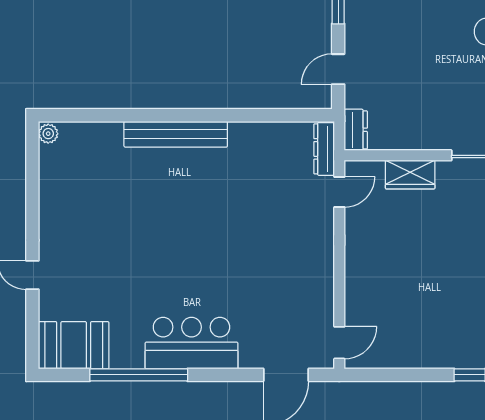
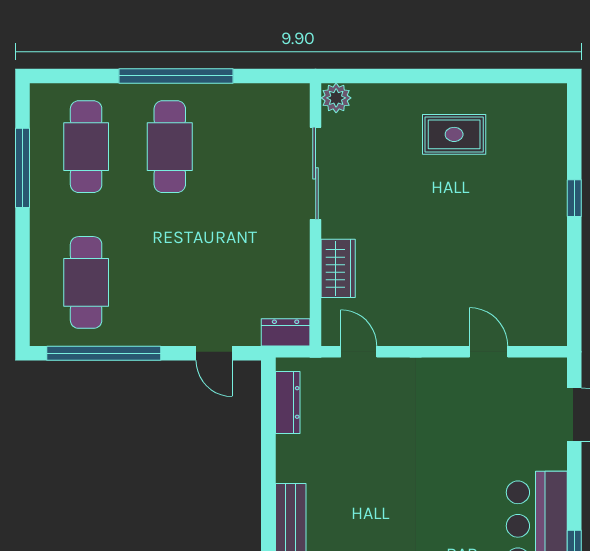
dresser: (324, 149) -> (288, 402), moved, turned -90
door: (339, 343) -> (489, 352), moved

